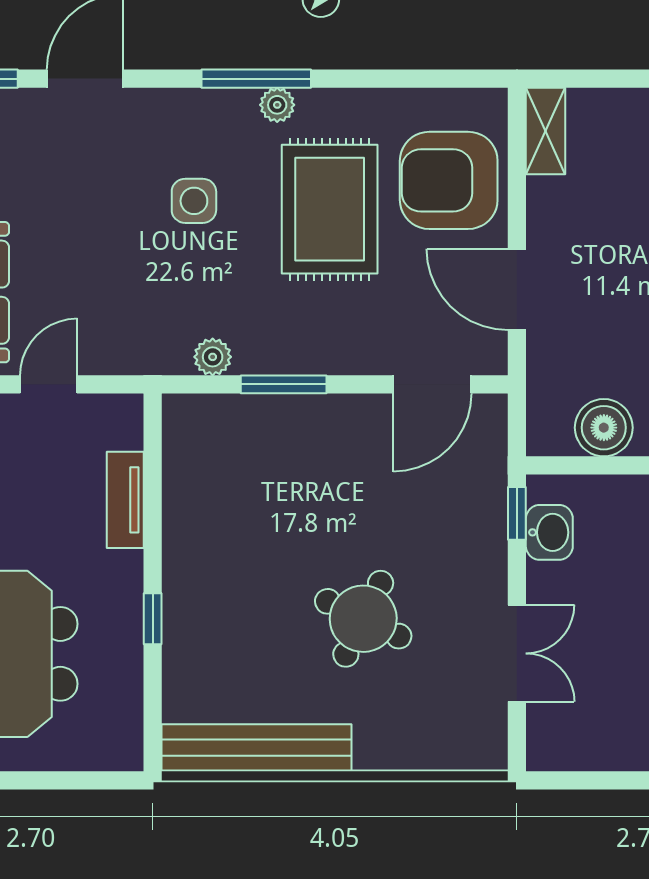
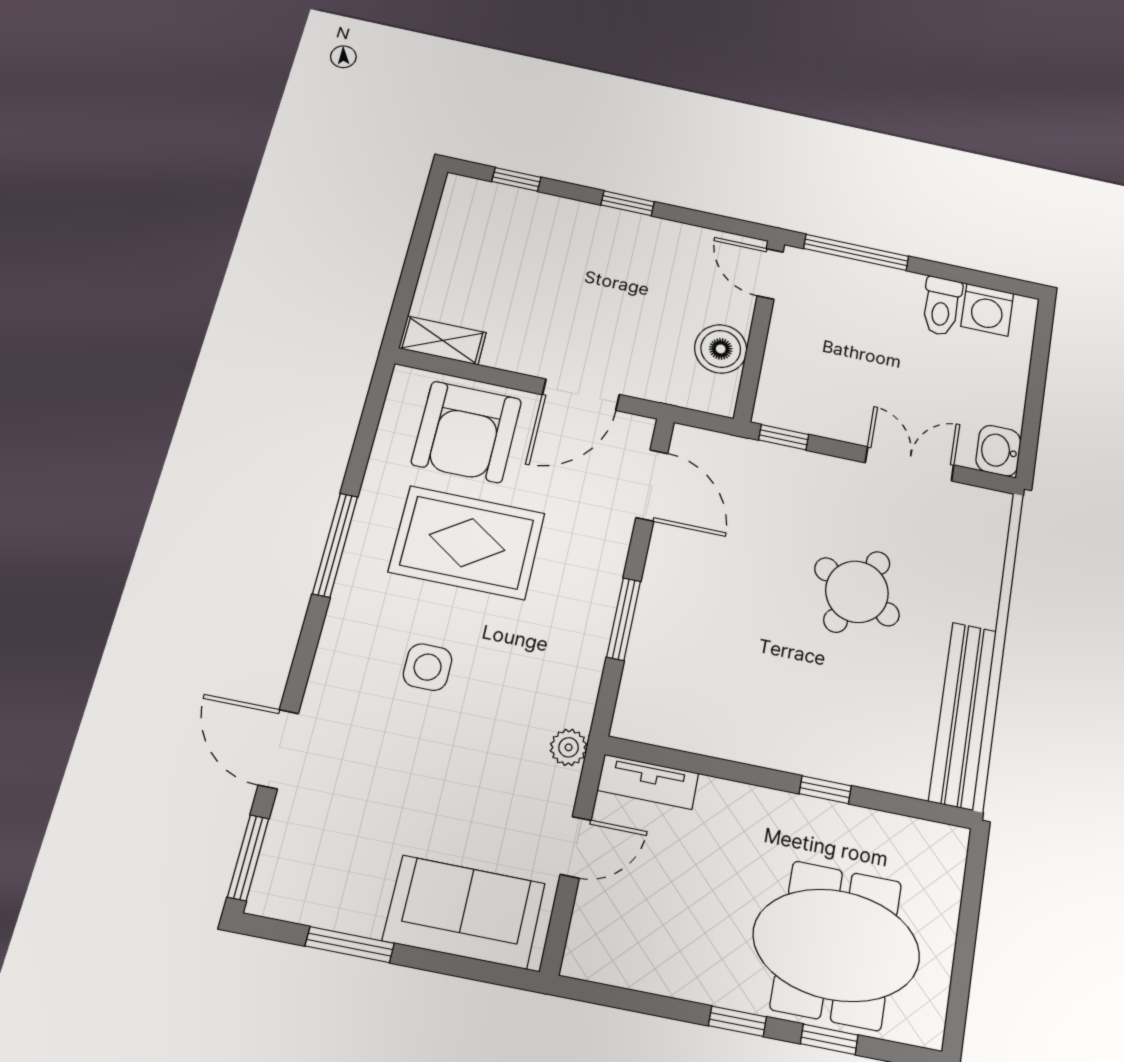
window: (256, 79) -> (335, 545), moved
plant: (277, 105) -> (355, 570), removed
plant: (213, 357) -> (569, 747), moved
door: (49, 384) -> (576, 847), swing flipped
tv unit: (125, 500) -> (648, 782), moved
washbasin: (549, 532) -> (998, 451), moved, turned -90

